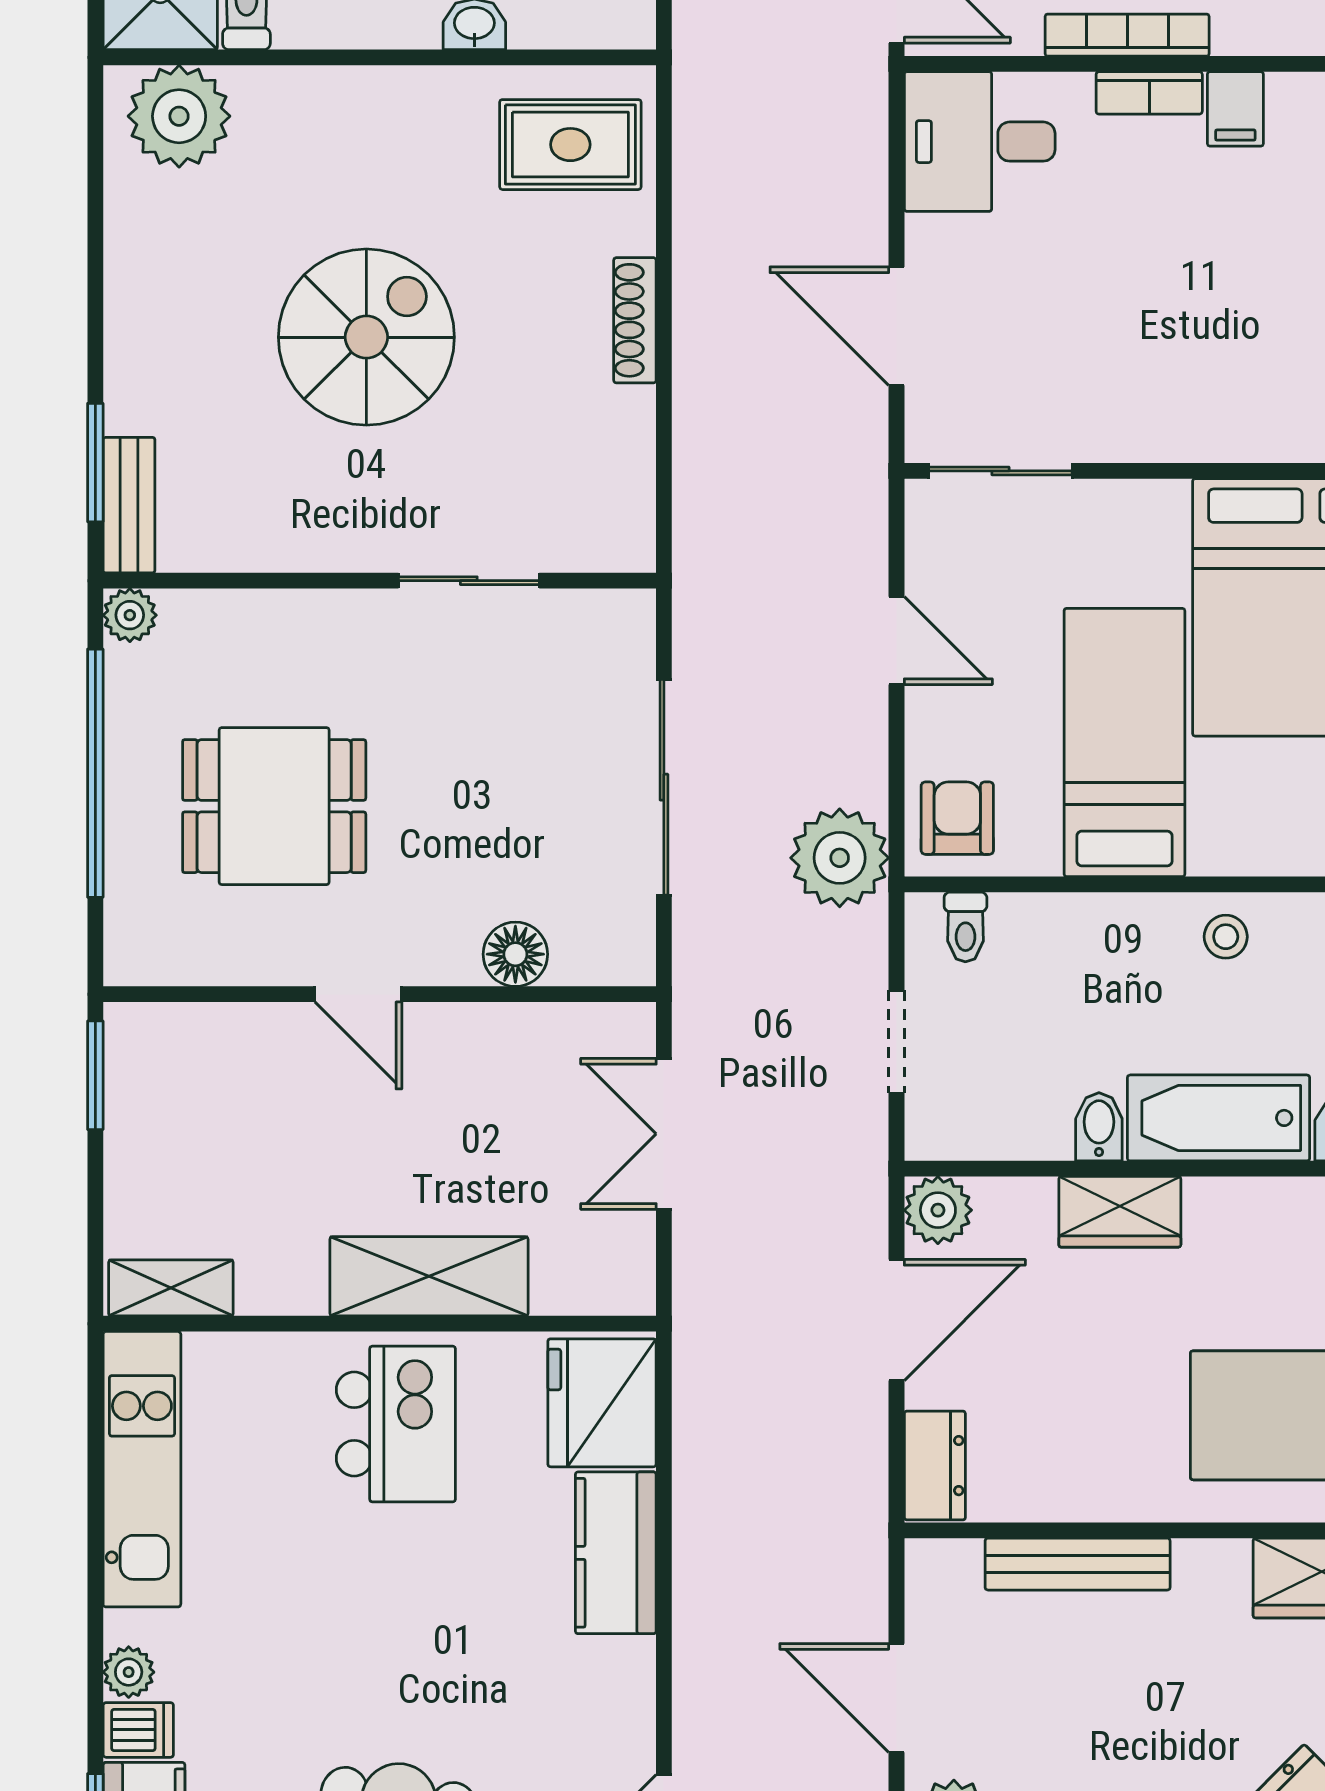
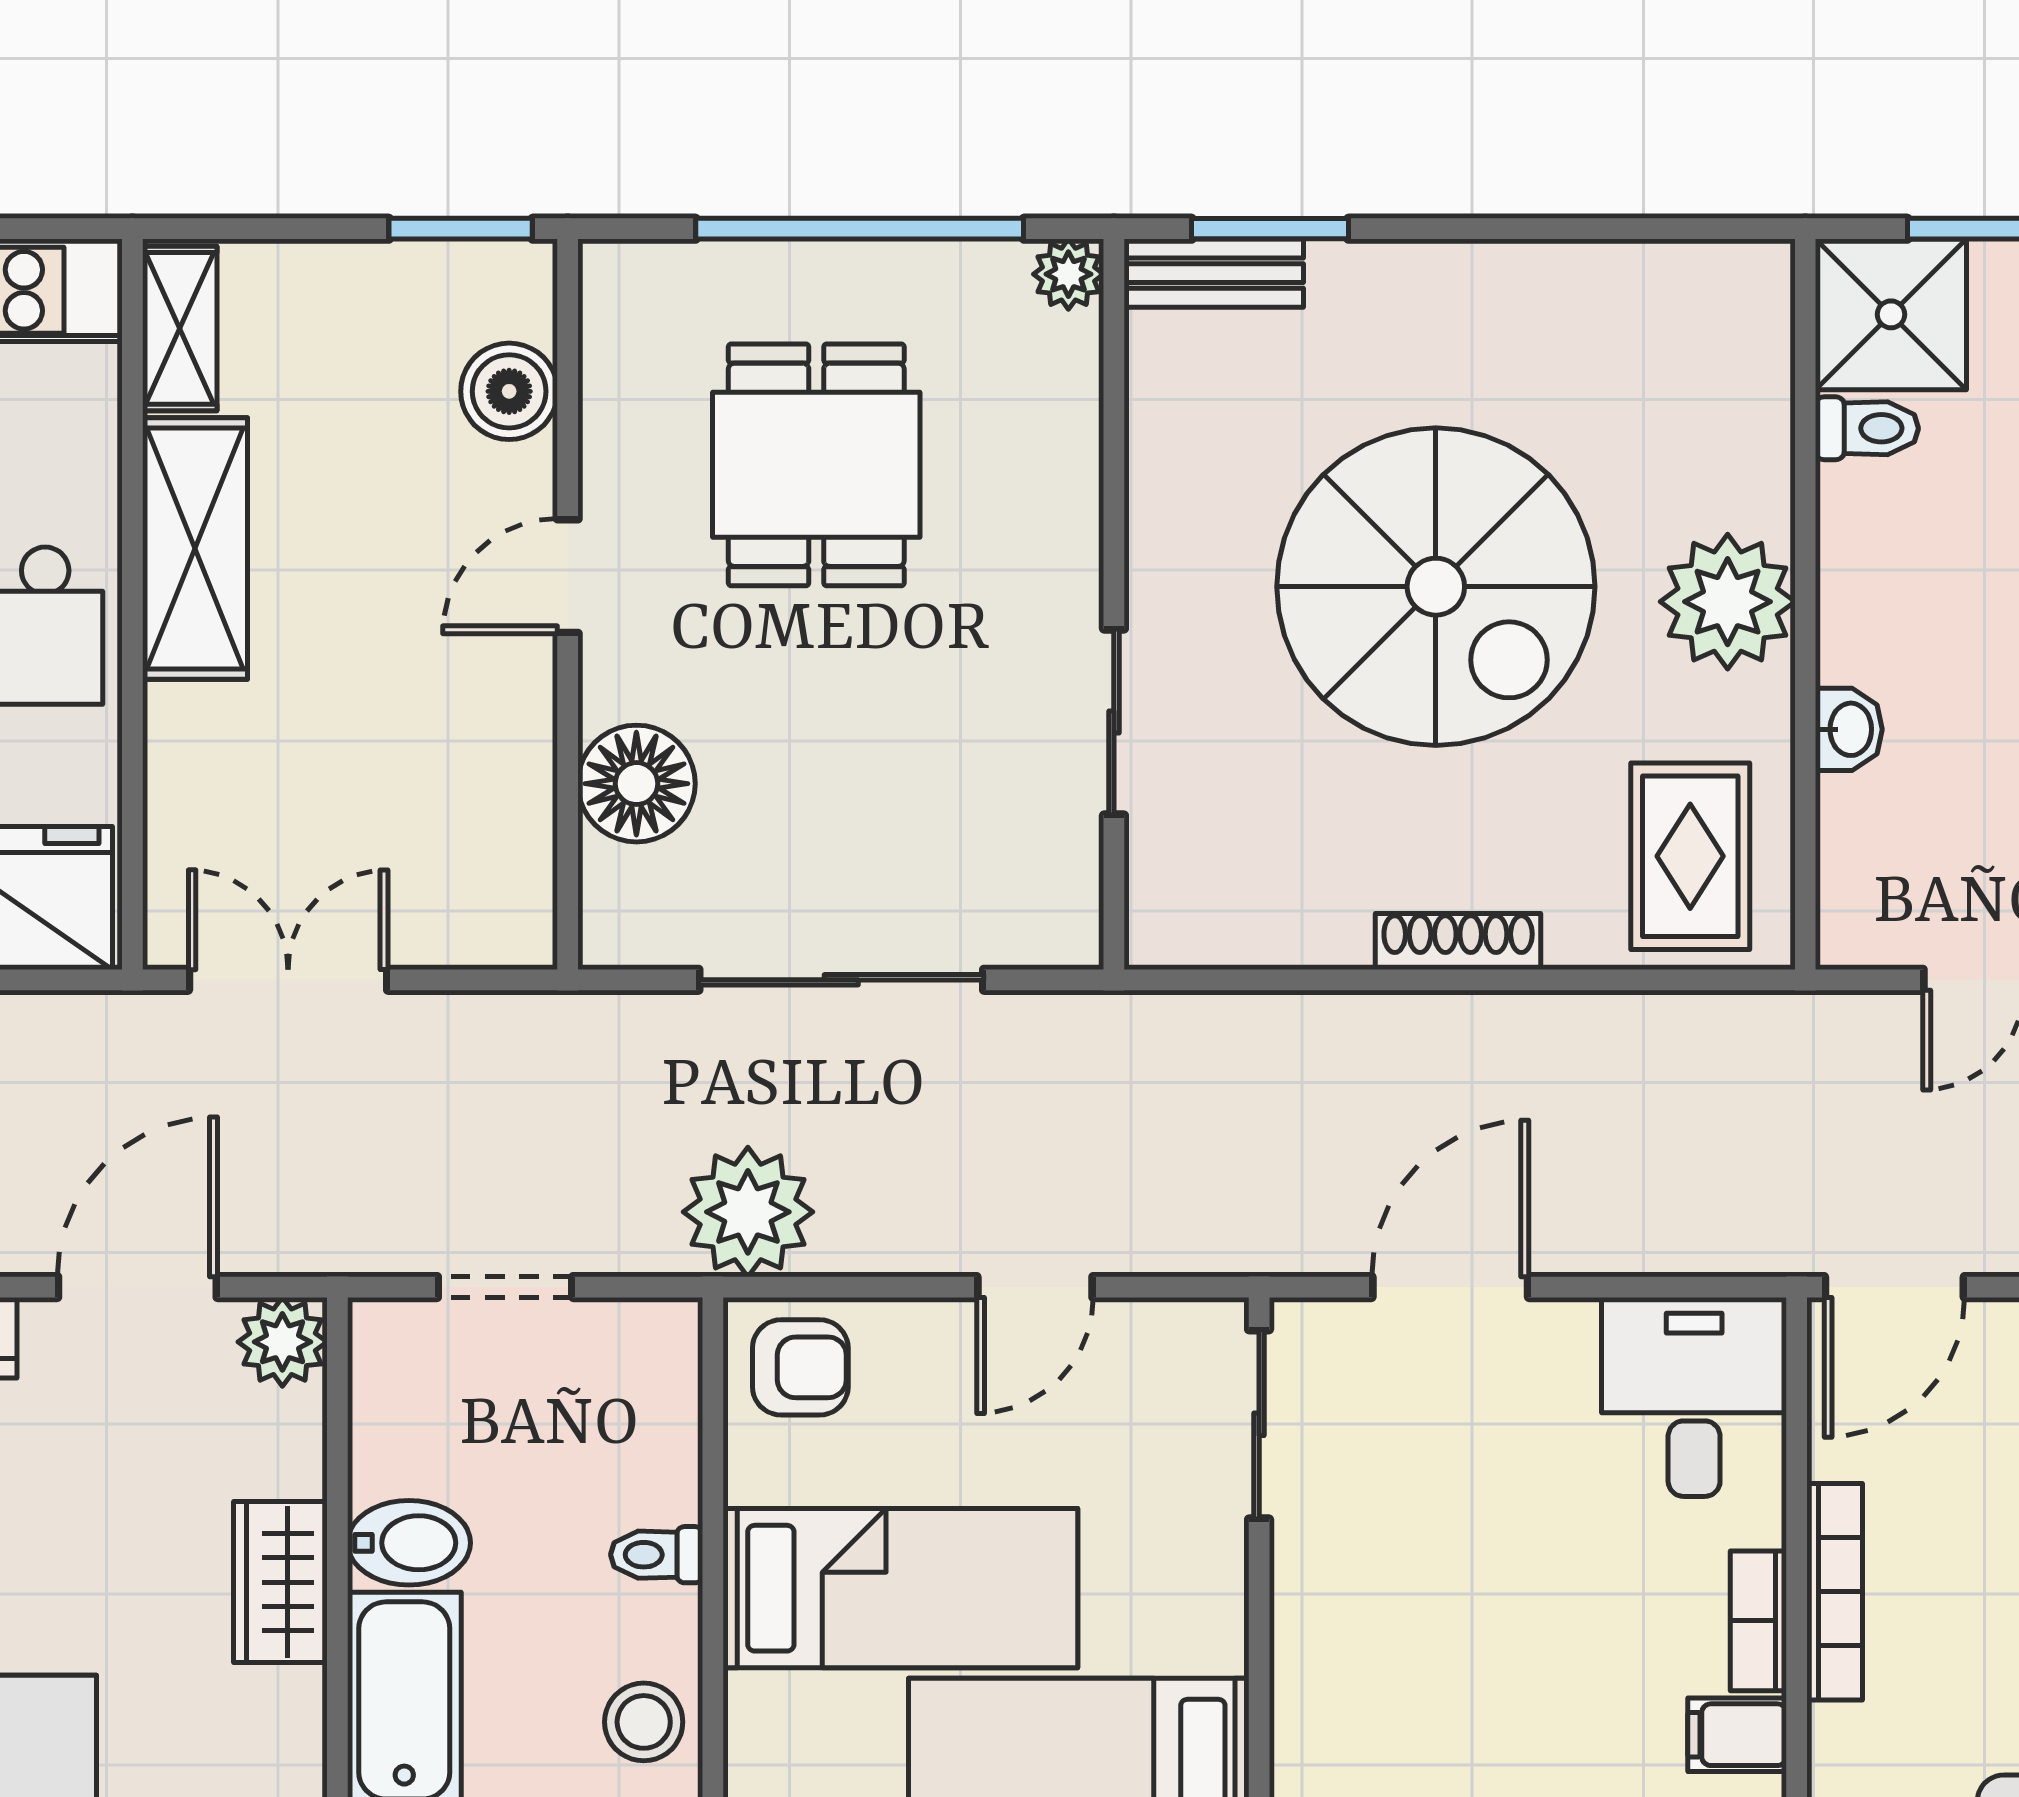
plant: (179, 116) -> (1728, 602), moved
spiral stairs: (366, 337) -> (1436, 587), width x1.37, depth x1.37
toilet: (965, 927) -> (657, 1555), moved
stool: (1226, 937) -> (644, 1722), width x1.37, depth x1.37
floor lamp: (515, 954) -> (636, 784), width x1.38, depth x1.38
boiler: (218, 1039) -> (509, 391), added
bidet: (1099, 1127) -> (409, 1543), width x1.38, depth x1.36
double door: (664, 1134) -> (288, 980), moved
shelving: (429, 1276) -> (195, 549), moved
door: (897, 1320) -> (137, 1287), swing flipped

